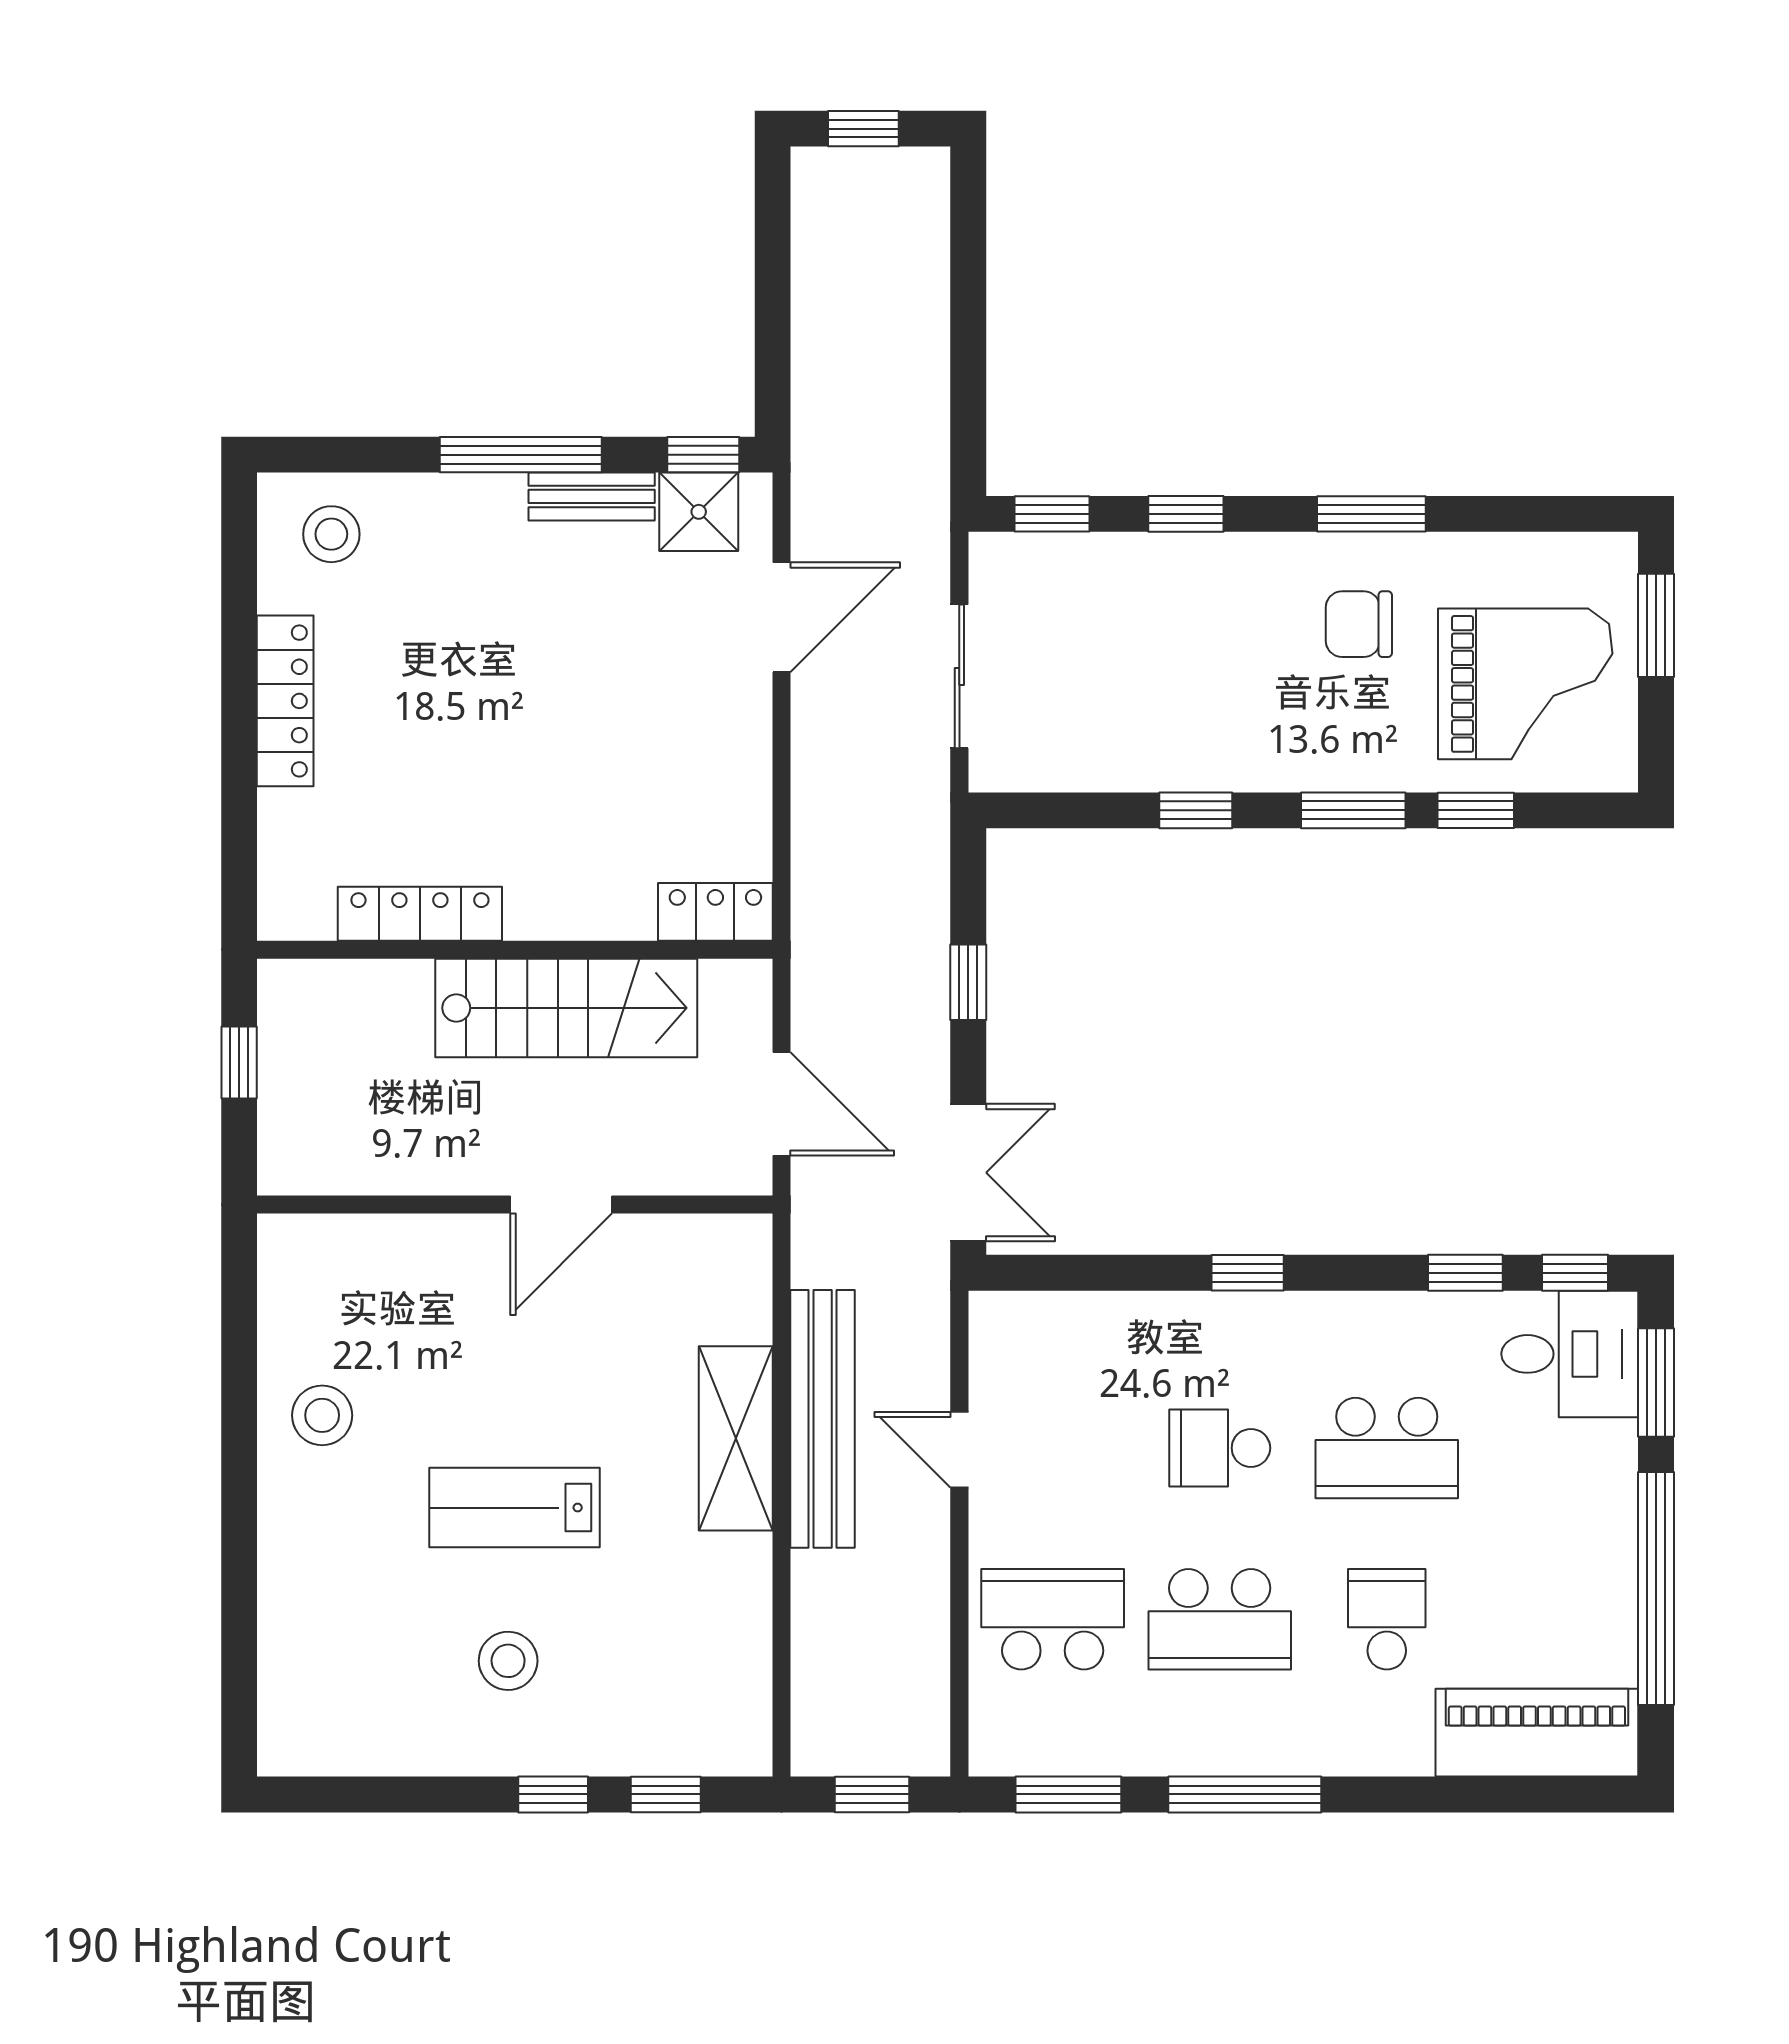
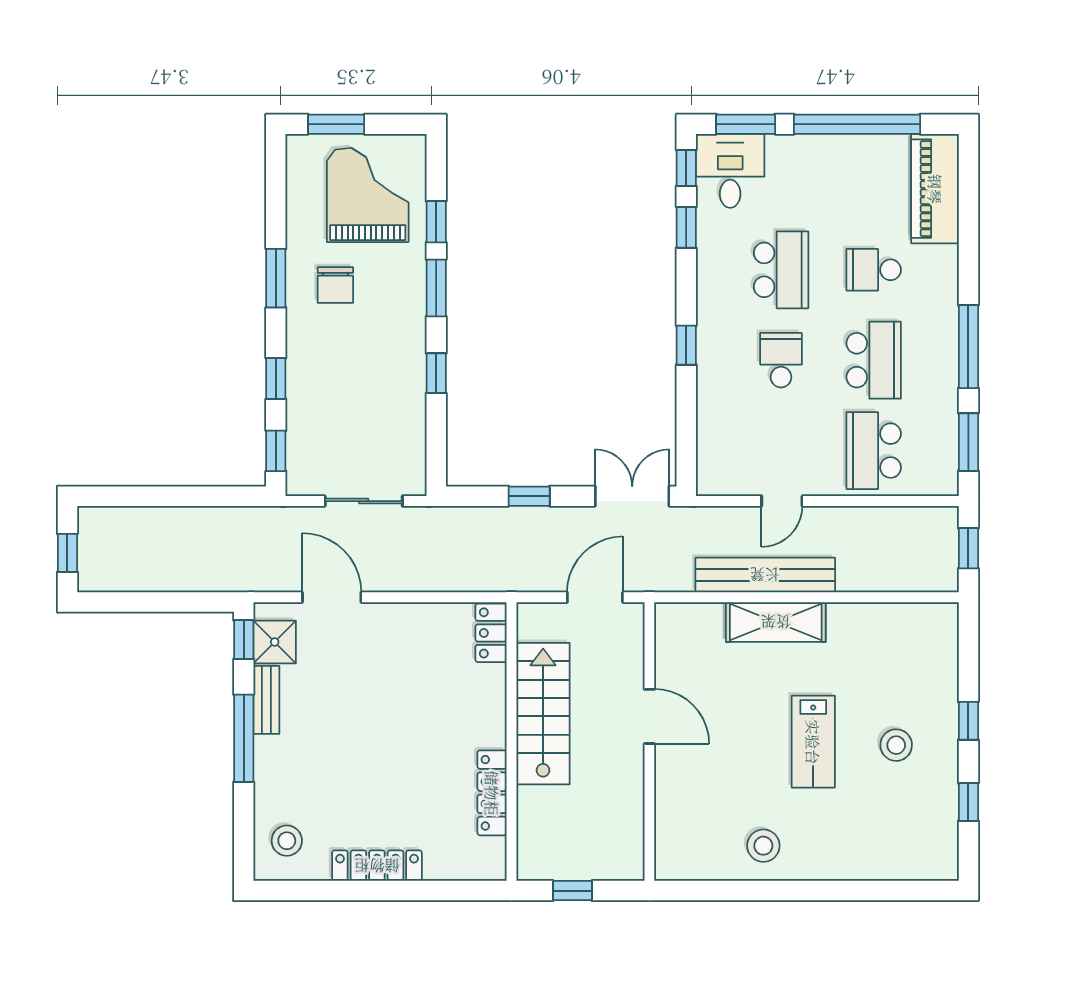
school desk: (1220, 1448) -> (781, 360), turned 180
window: (666, 1794) -> (968, 802), moved

